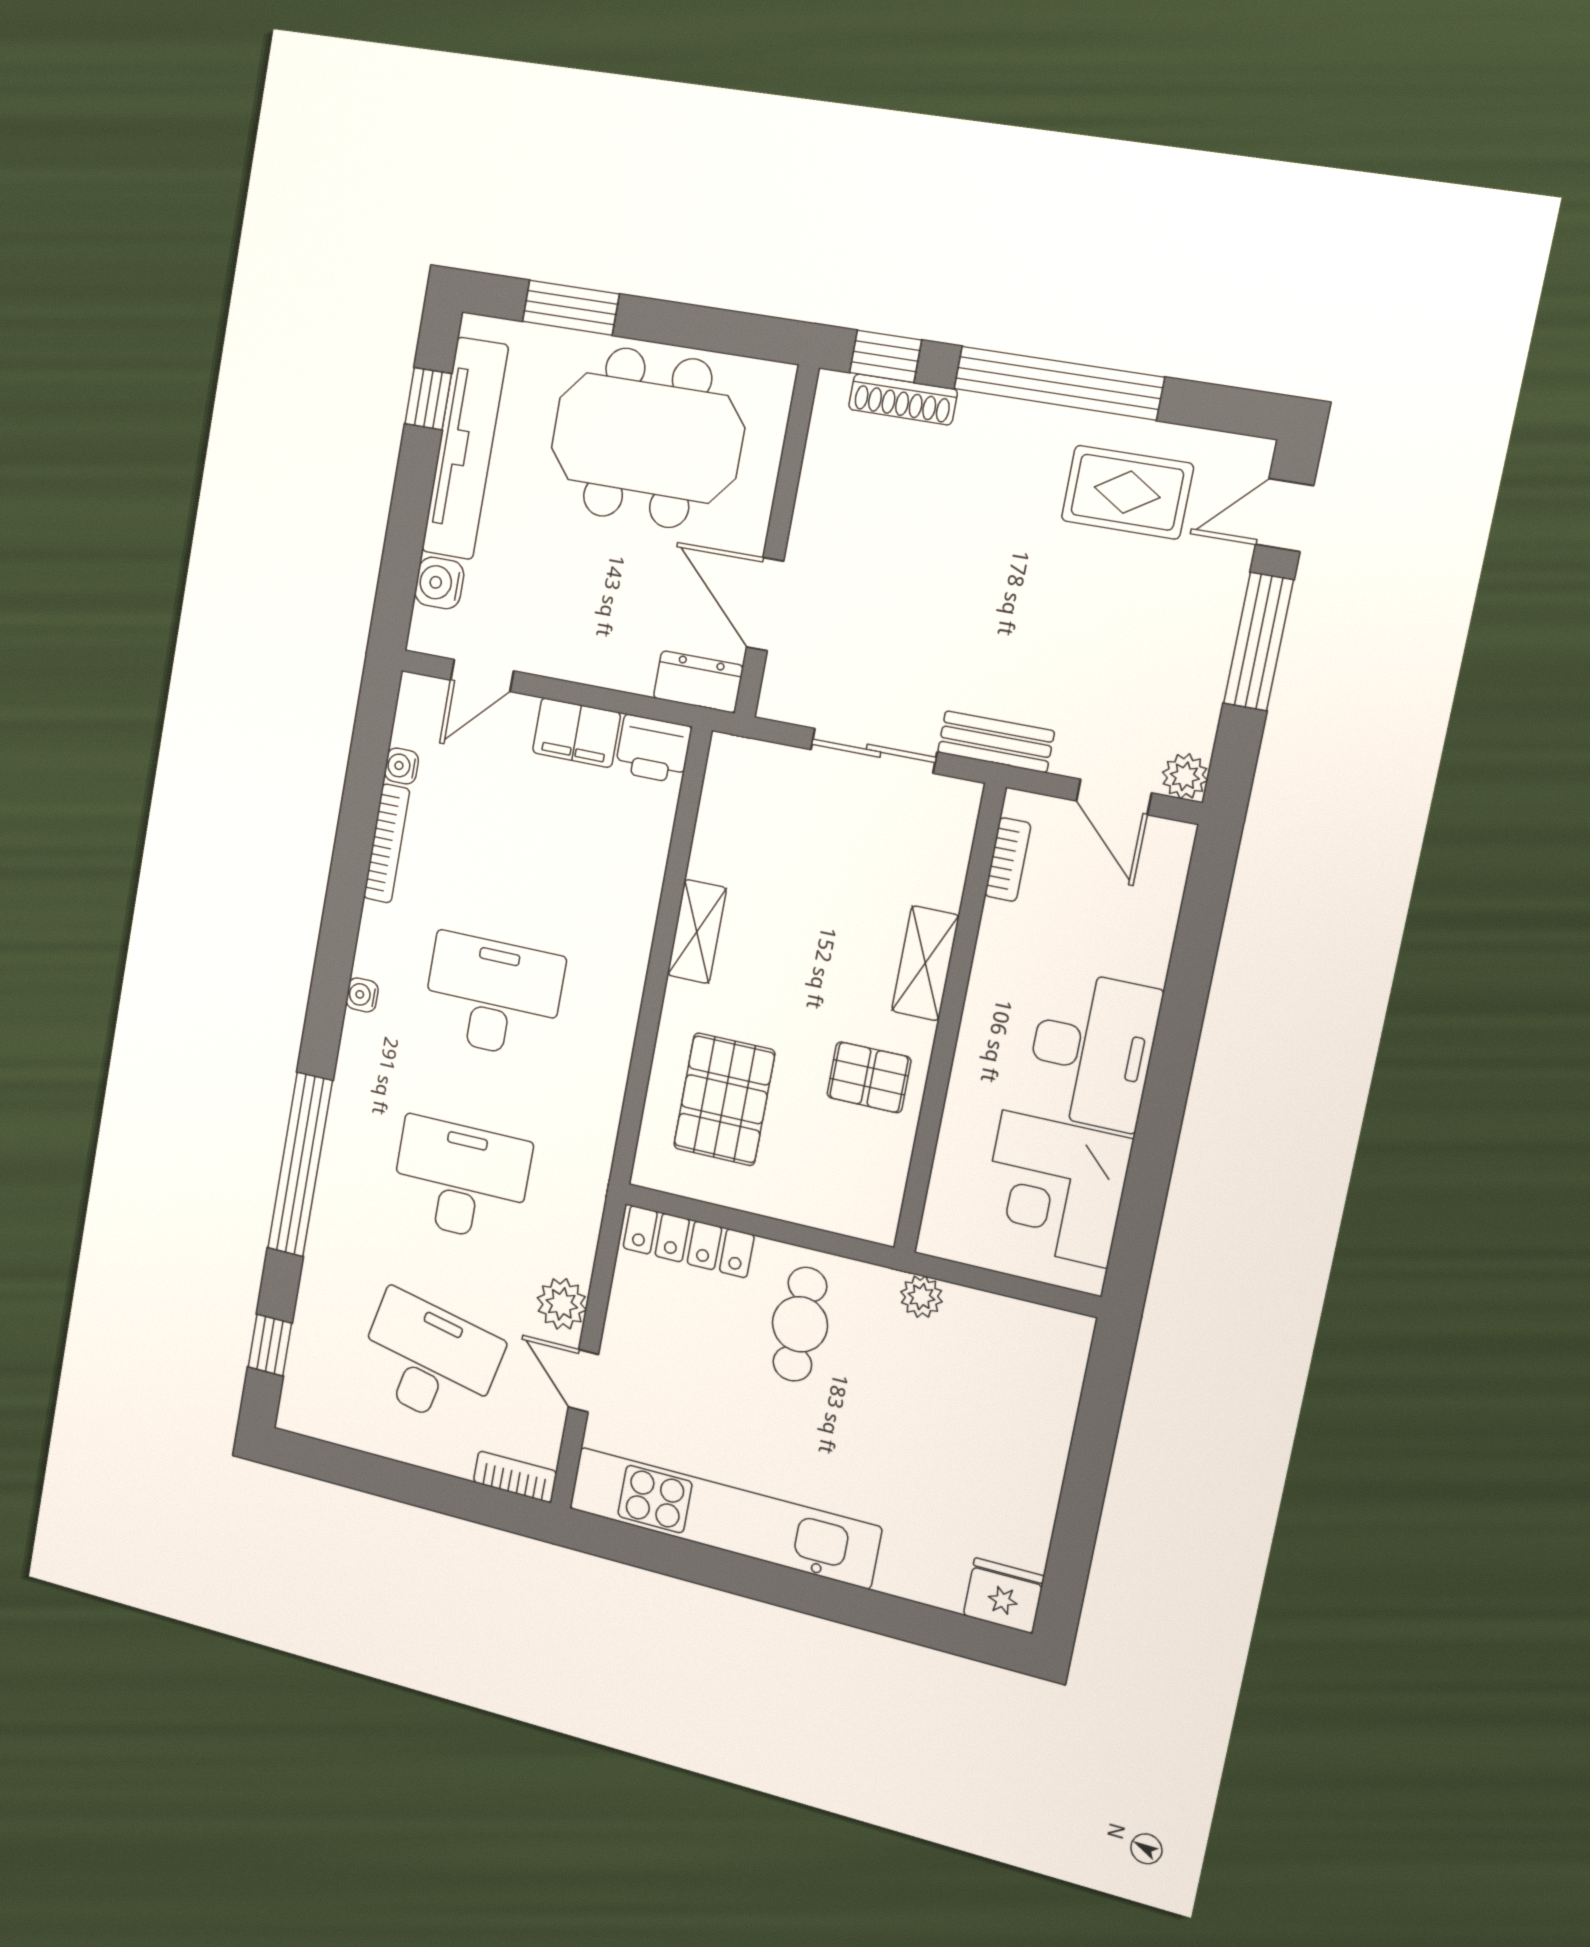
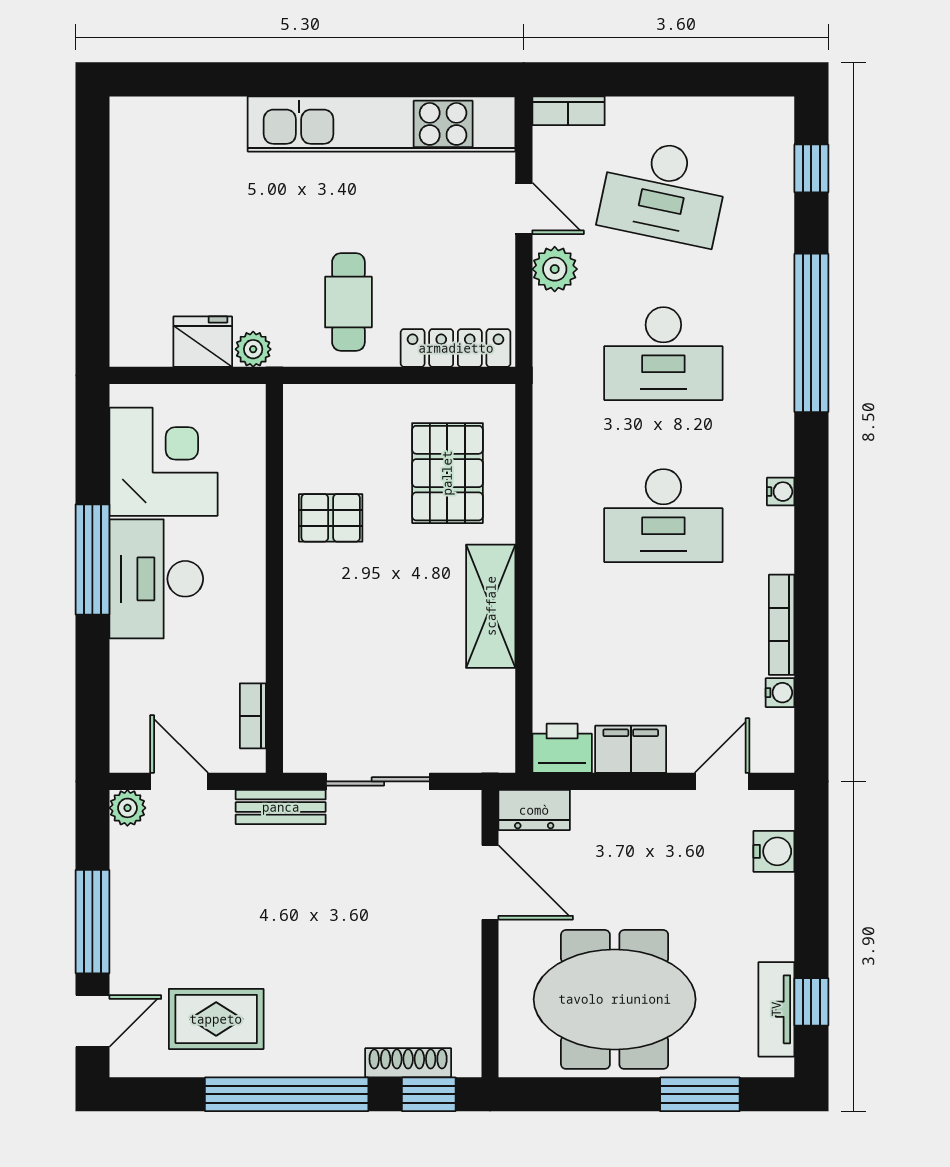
tv unit: (465, 449) -> (776, 1009), width x0.52, depth x0.78
shelving: (697, 931) -> (491, 606), width x1.50, depth x1.33
shelving: (925, 963) -> (303, 620), removed
window: (1166, 1091) -> (92, 559), added
fridge: (1004, 1596) -> (203, 342), moved, turned 180

